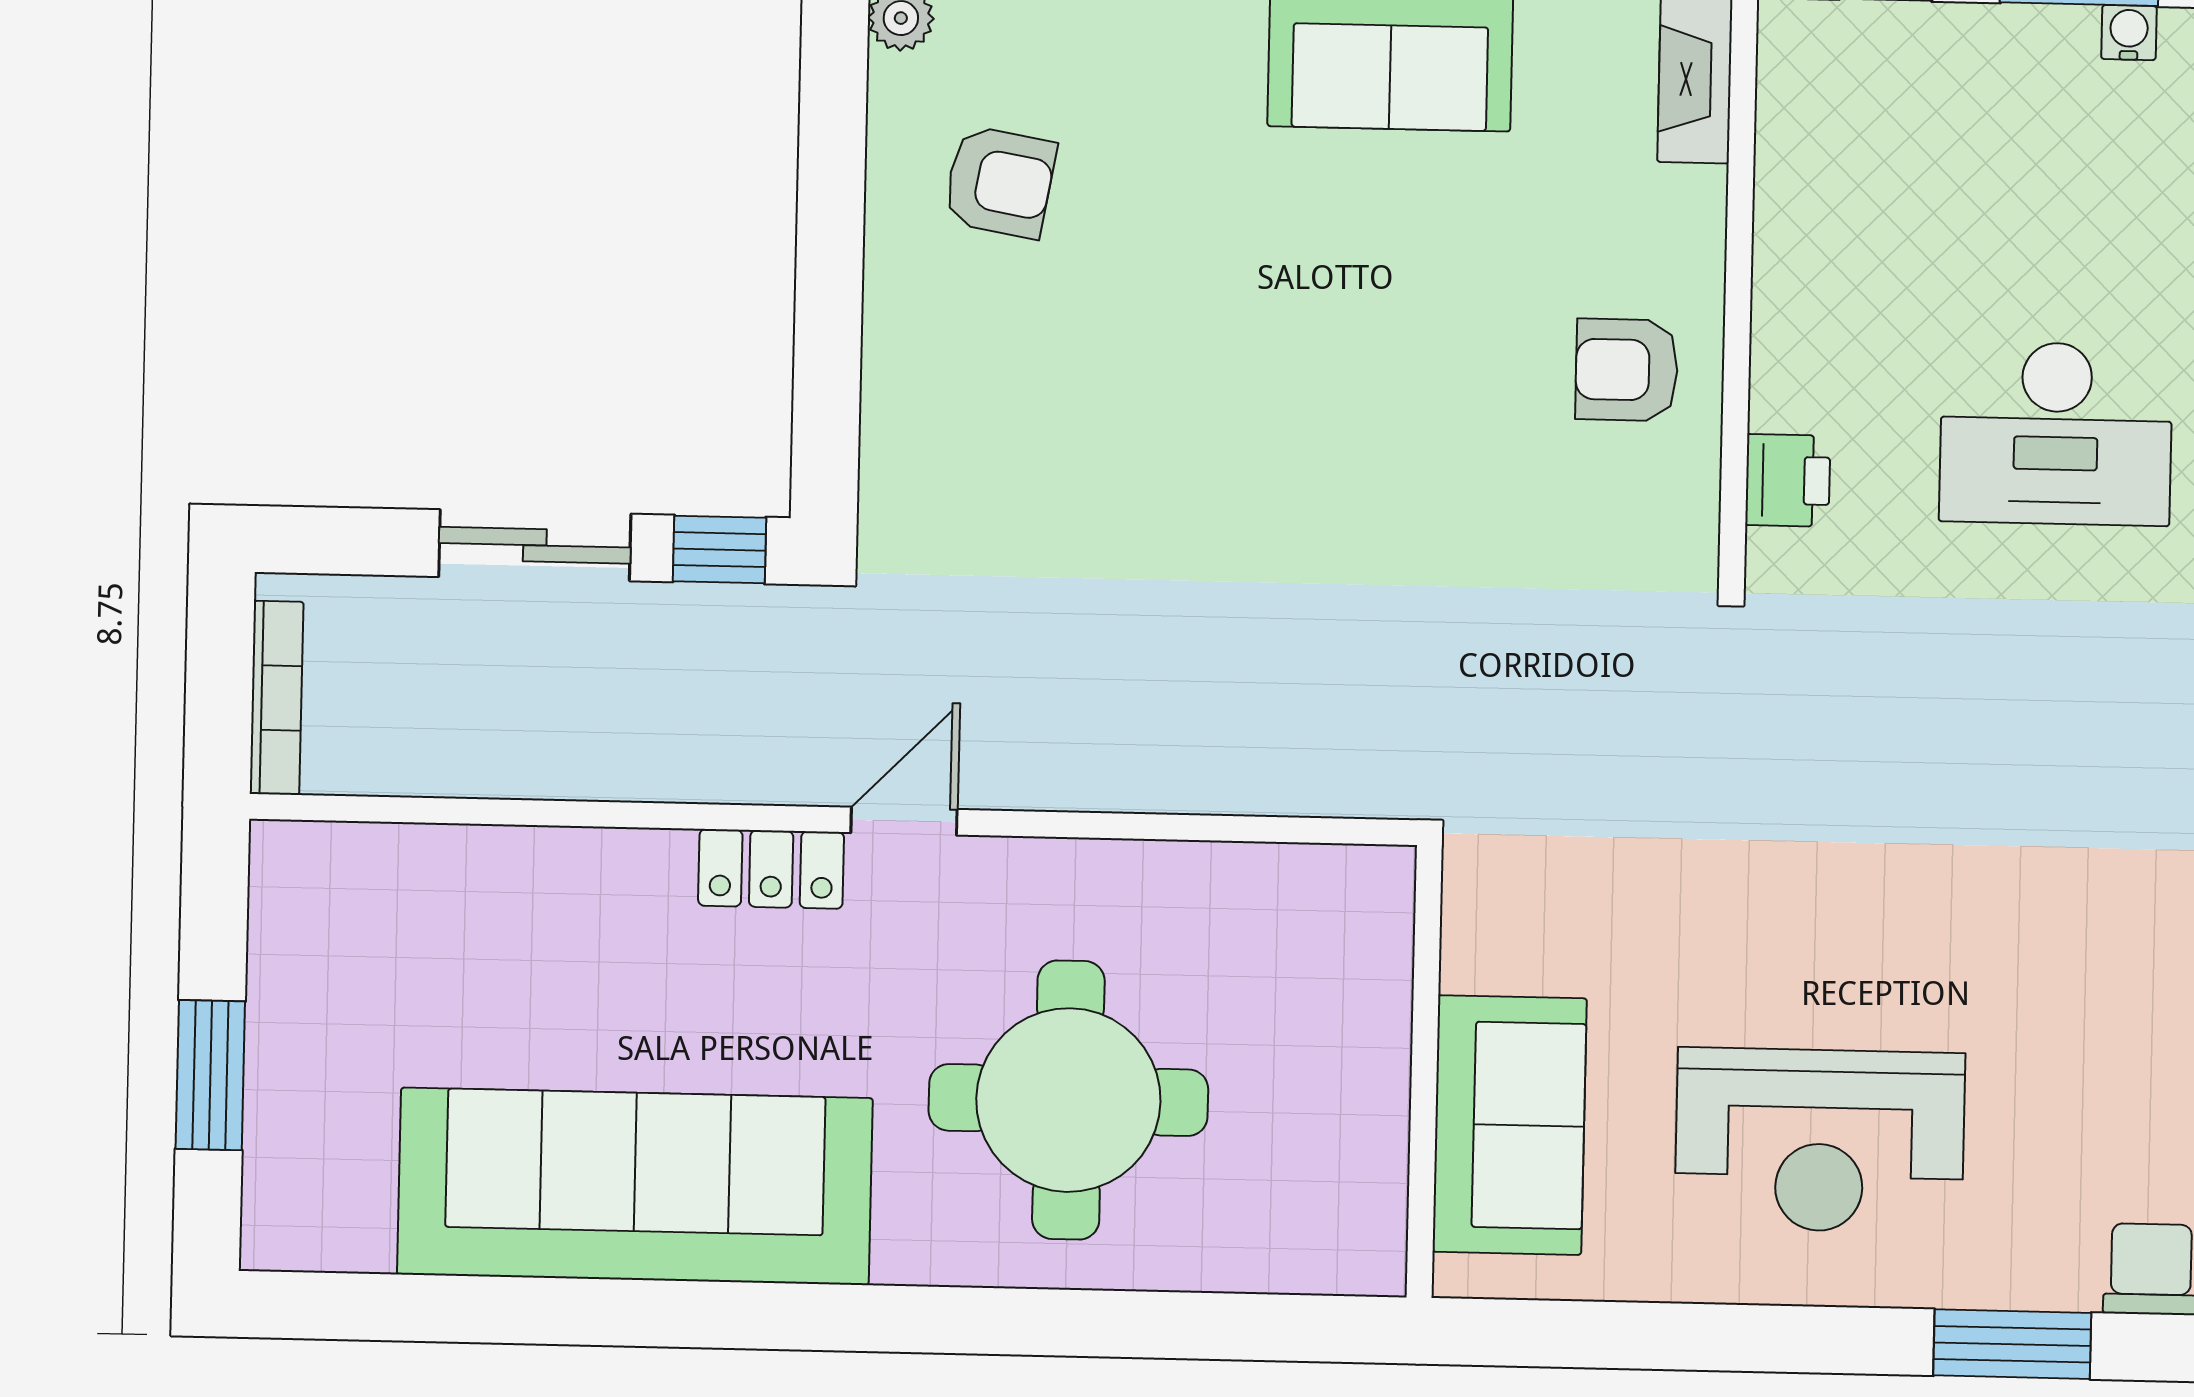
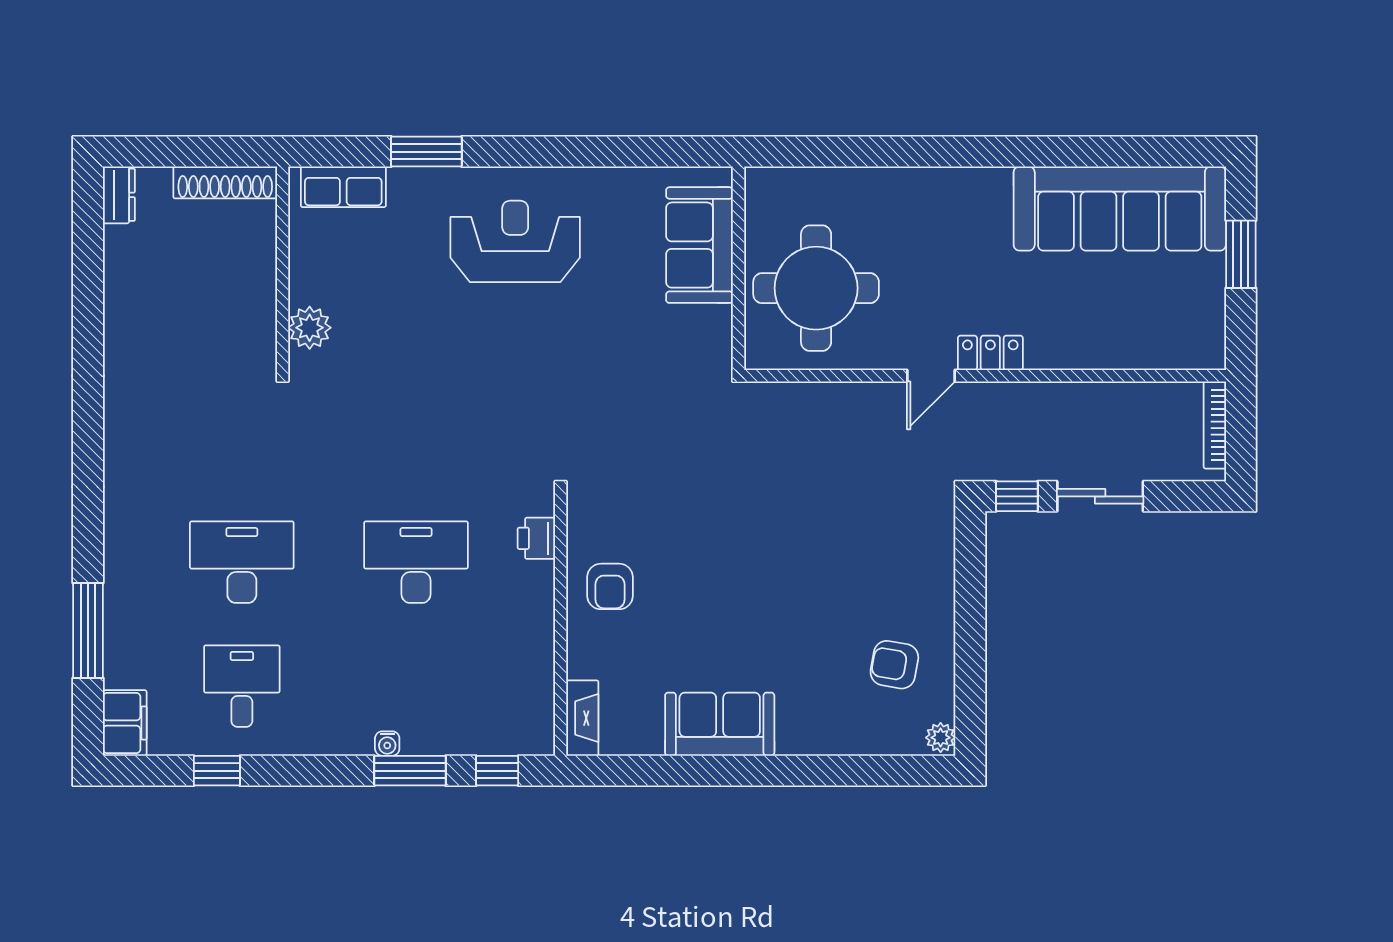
armchair: (1627, 370) -> (610, 586), turned 90
wall: (1424, 1072) -> (739, 268), moved
round table: (1068, 1100) -> (816, 288), moved
sofa: (1510, 1125) -> (700, 245), moved
sofa: (635, 1186) -> (1120, 209), moved

